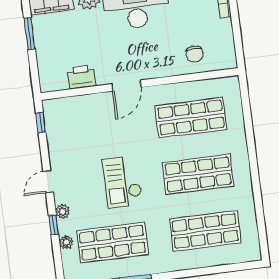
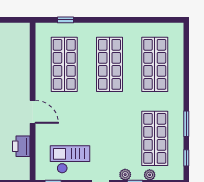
chair: (195, 54) -> (15, 55), removed
window: (247, 112) -> (65, 20), added
checkout: (123, 182) -> (70, 159), moved, turned 180

